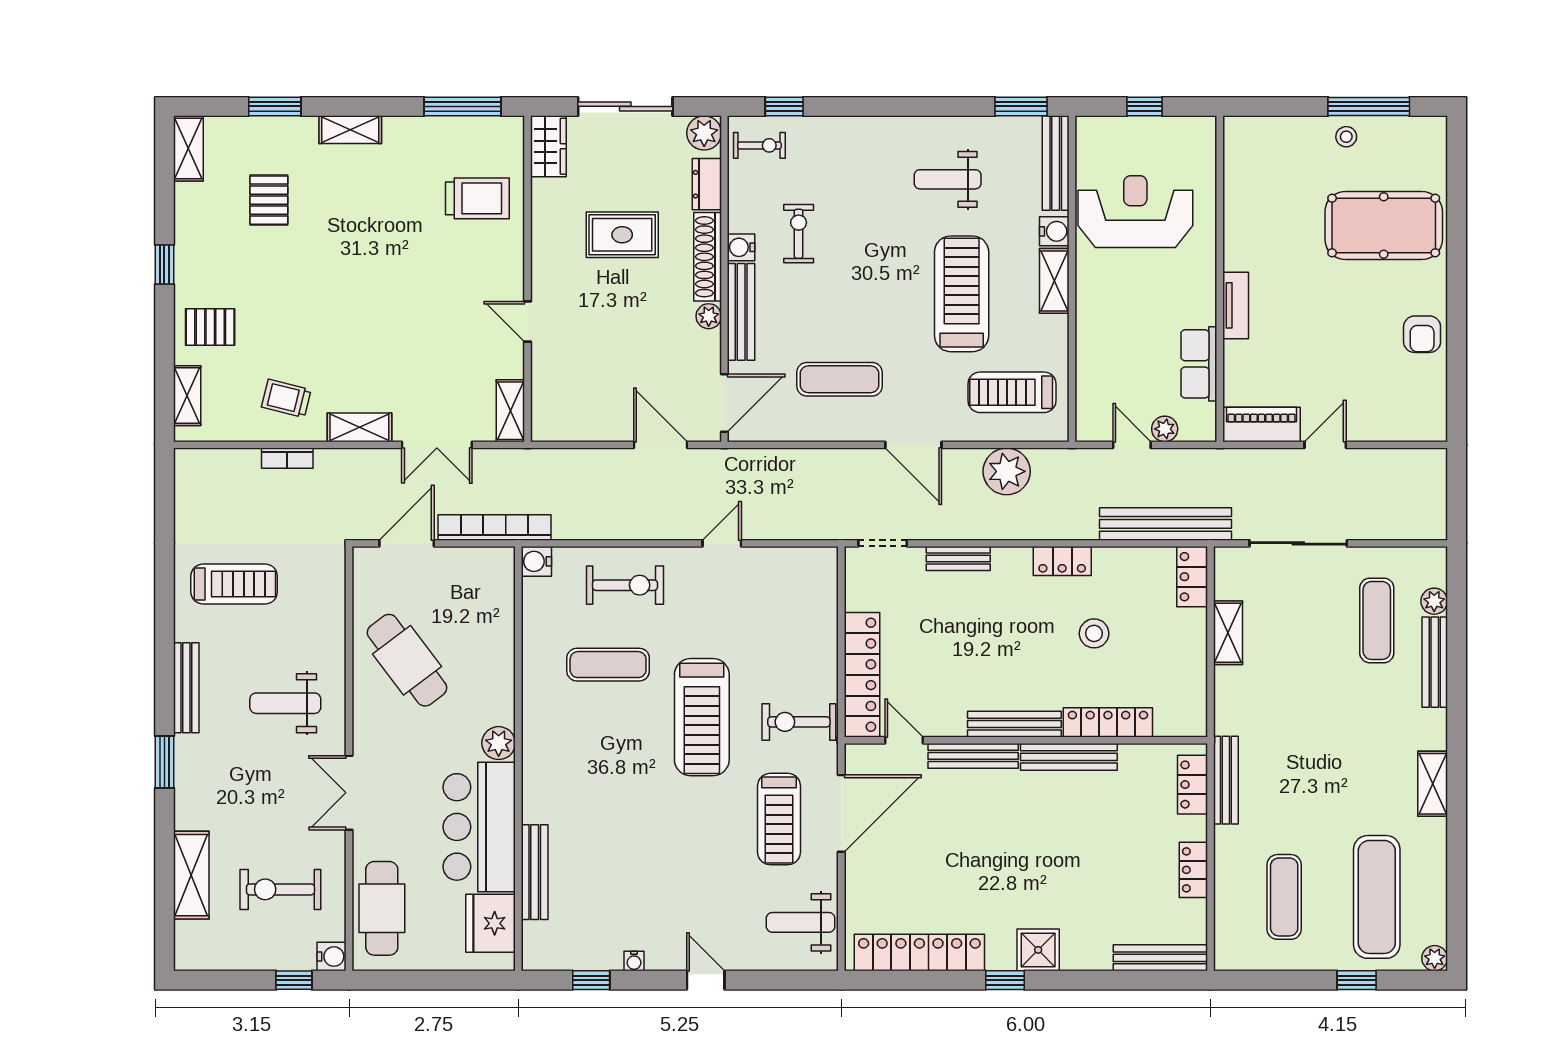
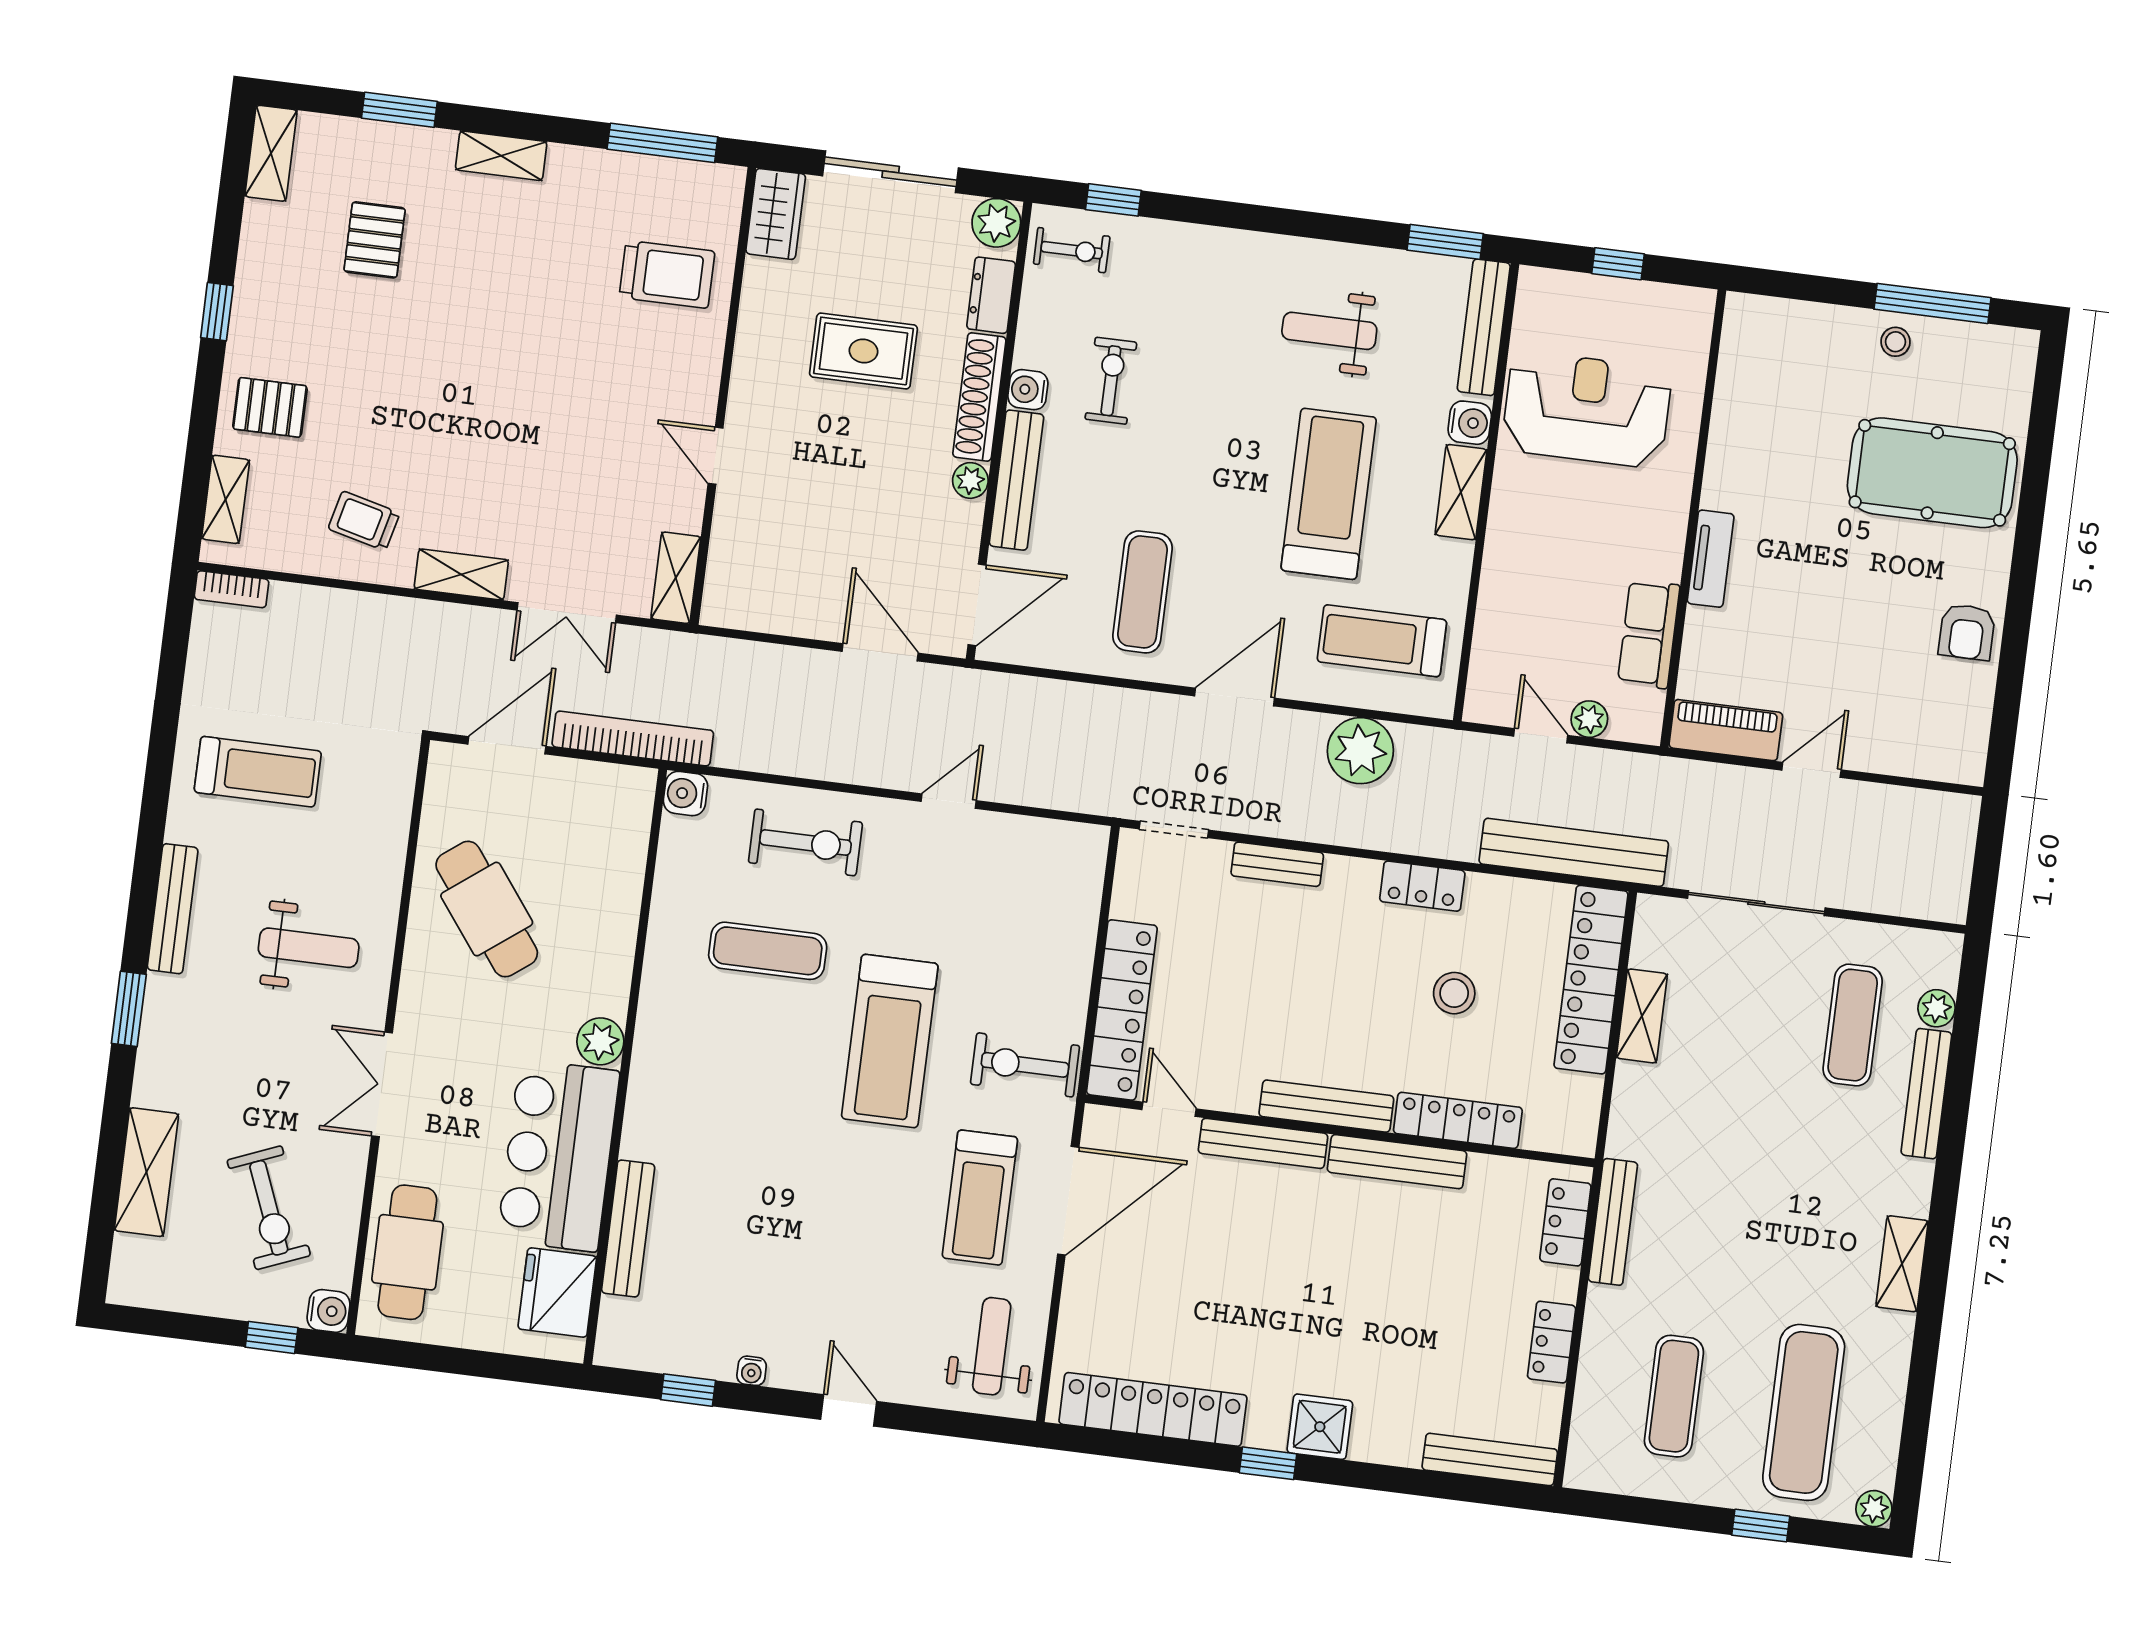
exercise mat: (840, 379) -> (1142, 592), turned 90
door: (913, 445) -> (1235, 697), swing flipped
bookcase: (287, 458) -> (232, 589), moved
locker: (1192, 577) -> (1591, 980), width x2.16, depth x1.21
weight bench: (285, 703) -> (309, 948), turned 180
exercise bike: (280, 889) -> (269, 1208), turned -112
weight bench: (801, 922) -> (992, 1346), turned 90

